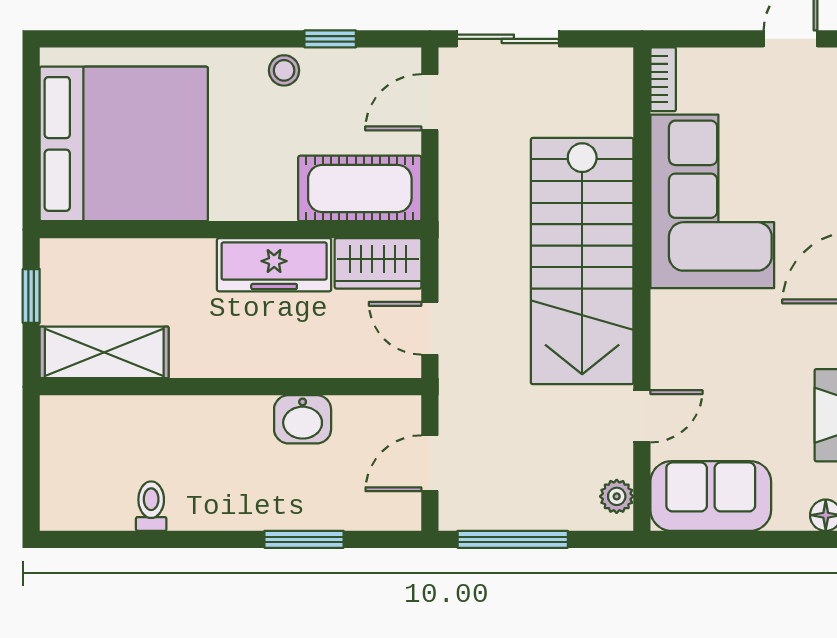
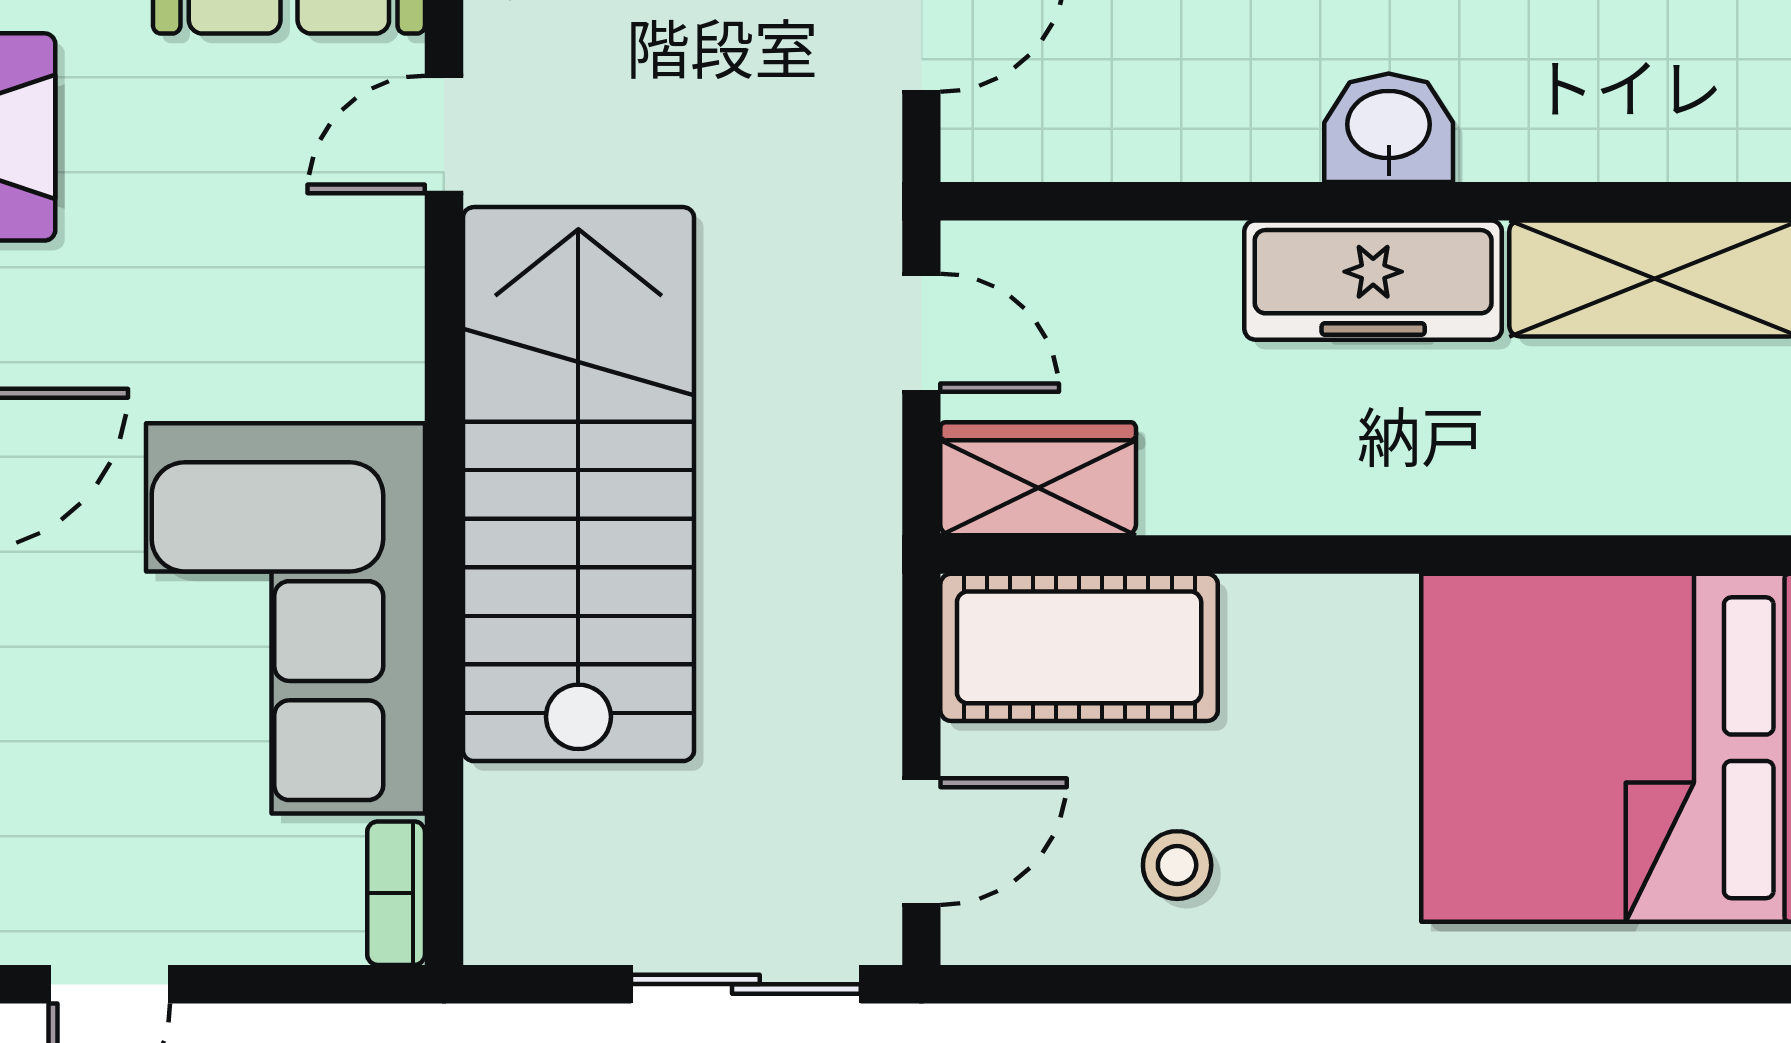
window: (330, 39) -> (1146, 984), removed
stool: (284, 70) -> (1177, 865), moved
freezer: (274, 265) -> (1373, 280), moved, turned 180
washbasin: (303, 419) -> (1389, 128), moved

